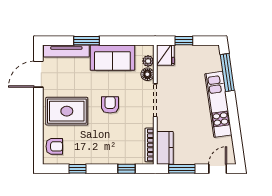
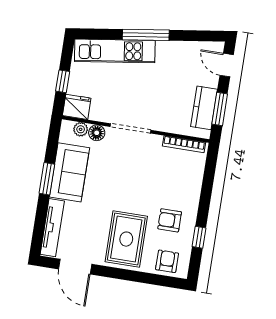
window: (87, 41) -> (47, 179), moved
window: (227, 72) -> (146, 35), moved
kitchen unit: (218, 104) -> (115, 51), moved
armchair: (110, 105) -> (170, 220), moved
kitchen counter: (165, 148) -> (204, 108), moved, turned -90
window: (127, 169) -> (209, 177), removed

